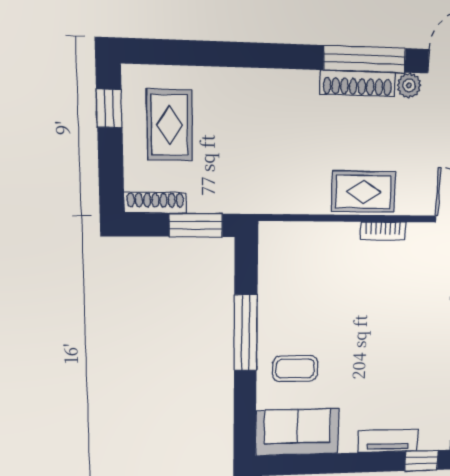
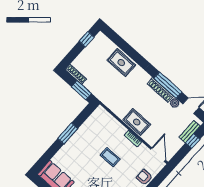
rug: (169, 125) -> (121, 63), moved, turned 90
window: (246, 333) -> (68, 134), width x0.69
coffee table: (295, 369) -> (110, 157), moved

